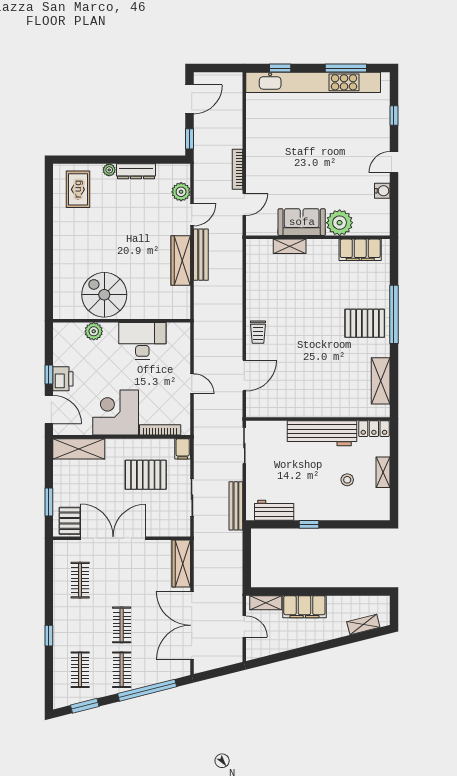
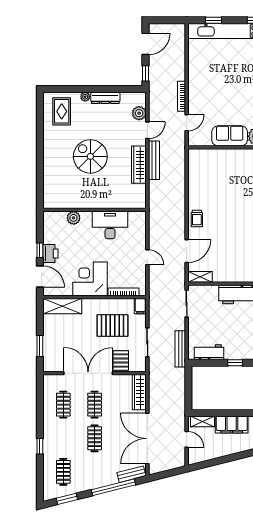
shelving: (290, 246) -> (200, 277), moved
spiral stairs: (104, 295) -> (90, 156), moved
pallet: (70, 521) -> (121, 361), moved
clothes rail: (122, 670) -> (95, 405), moved
bench: (171, 673) -> (131, 474), added

